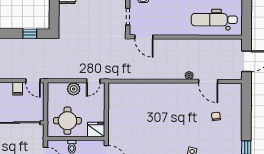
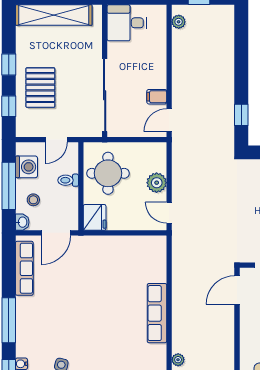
row of seats: (159, 89) -> (157, 313), added

